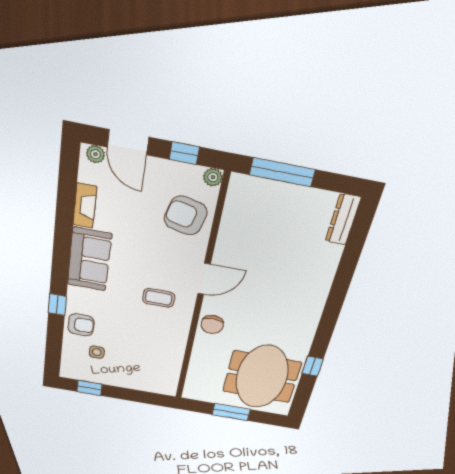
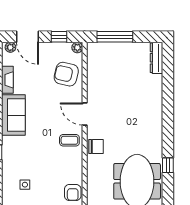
door: (204, 279) -> (85, 114), swing flipped
coffee table: (159, 298) -> (69, 140), moved
armchair: (81, 325) -> (73, 193), moved, turned 90
chair: (212, 325) -> (96, 146), turned -90

